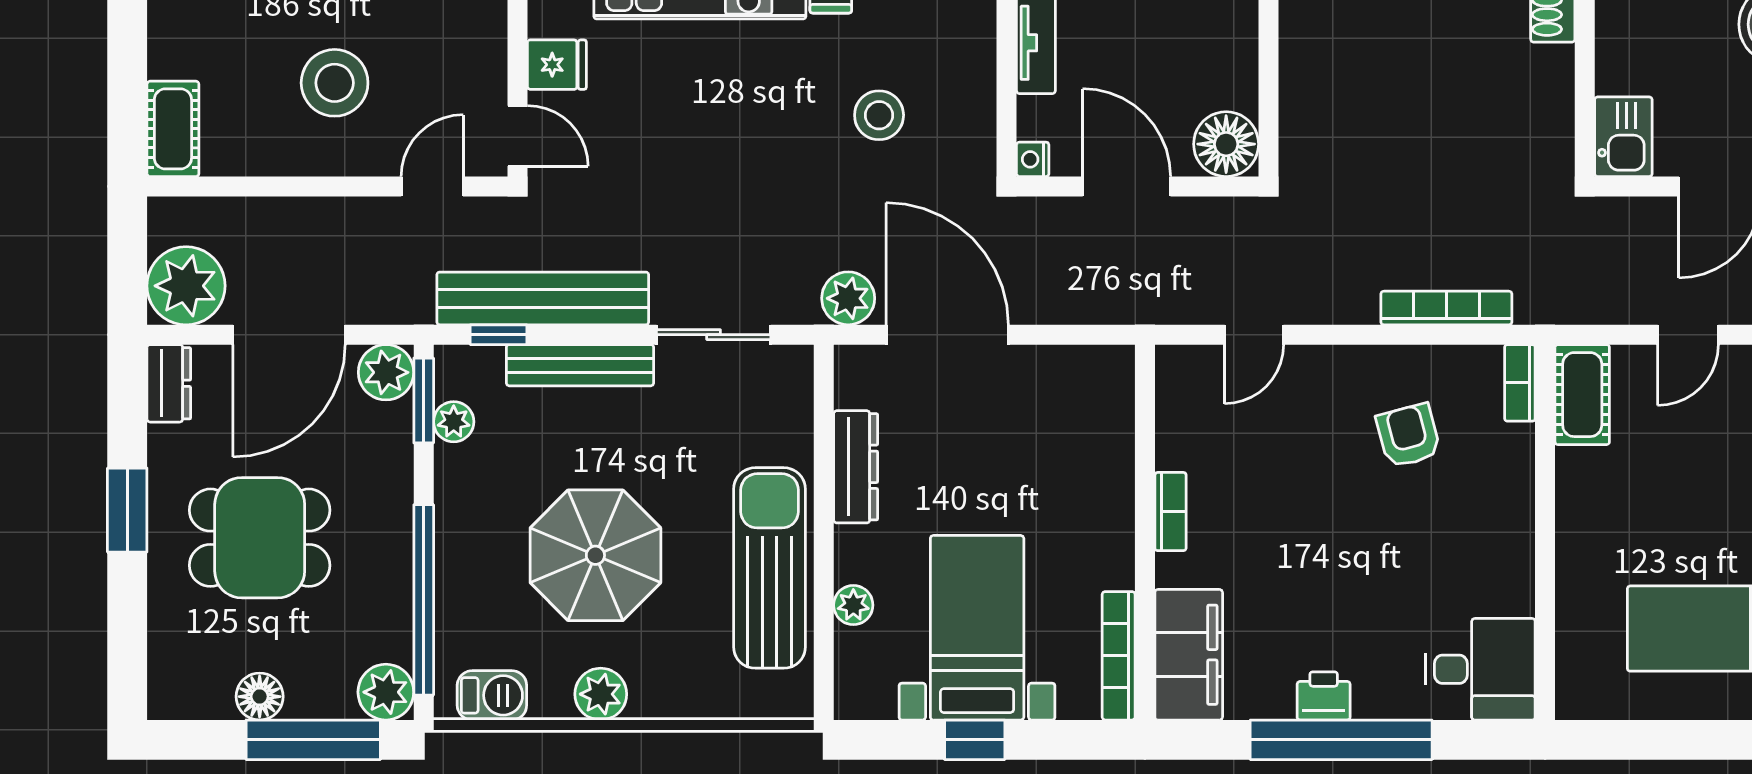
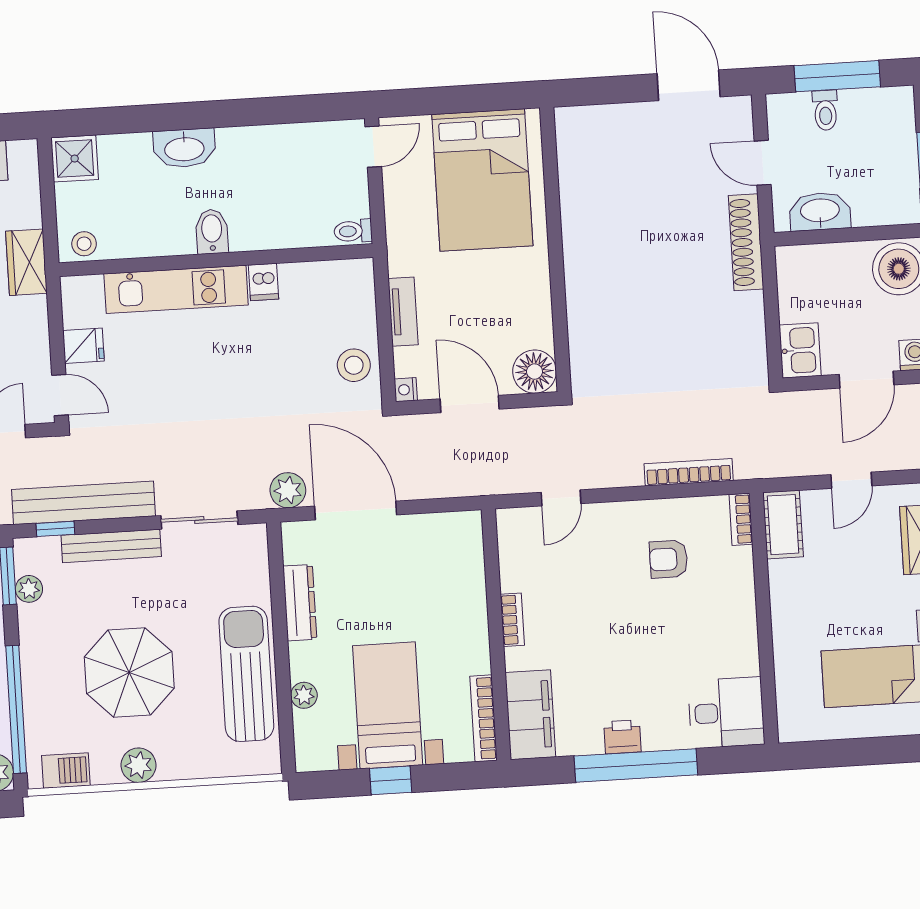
stool: (879, 115) -> (354, 365), moved
armchair: (1408, 436) -> (668, 559), turned -75

